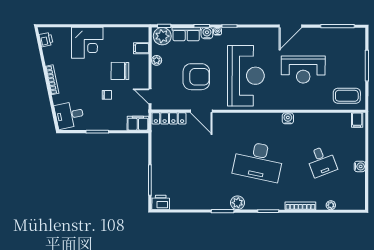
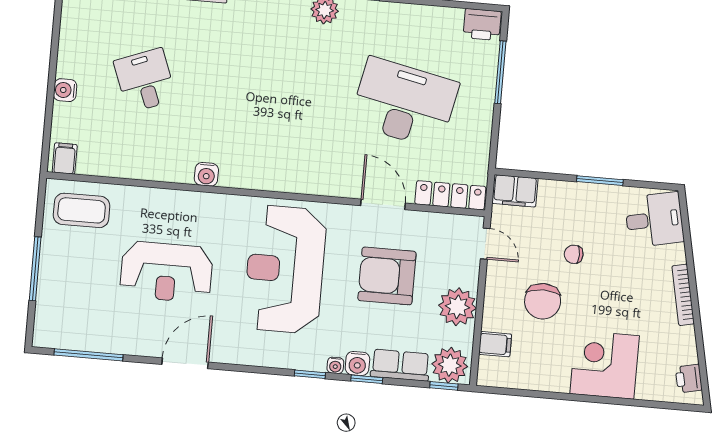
plant: (157, 60) -> (457, 307), width x1.88, depth x1.88
reception desk: (303, 70) -> (166, 272), turned 180
chair: (120, 71) -> (543, 301), turned 90
desk: (258, 161) -> (404, 103), moved
water cooler: (360, 166) -> (65, 90), moved

